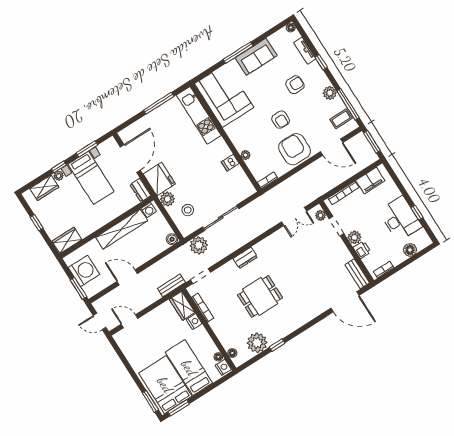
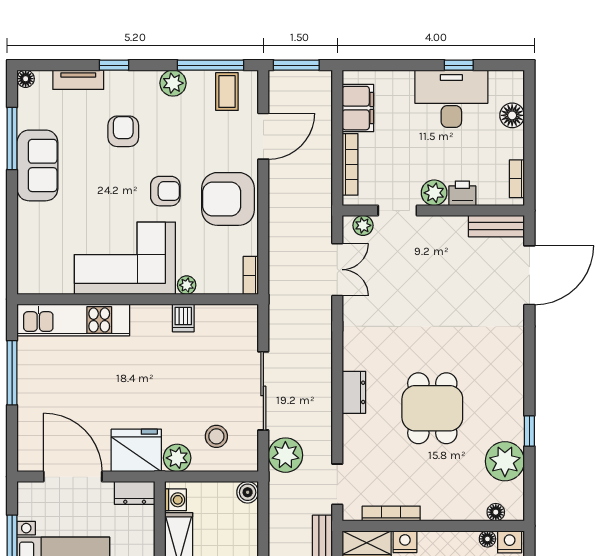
window: (238, 53) -> (12, 138), moved
corner sofa: (224, 96) -> (125, 258), moved

